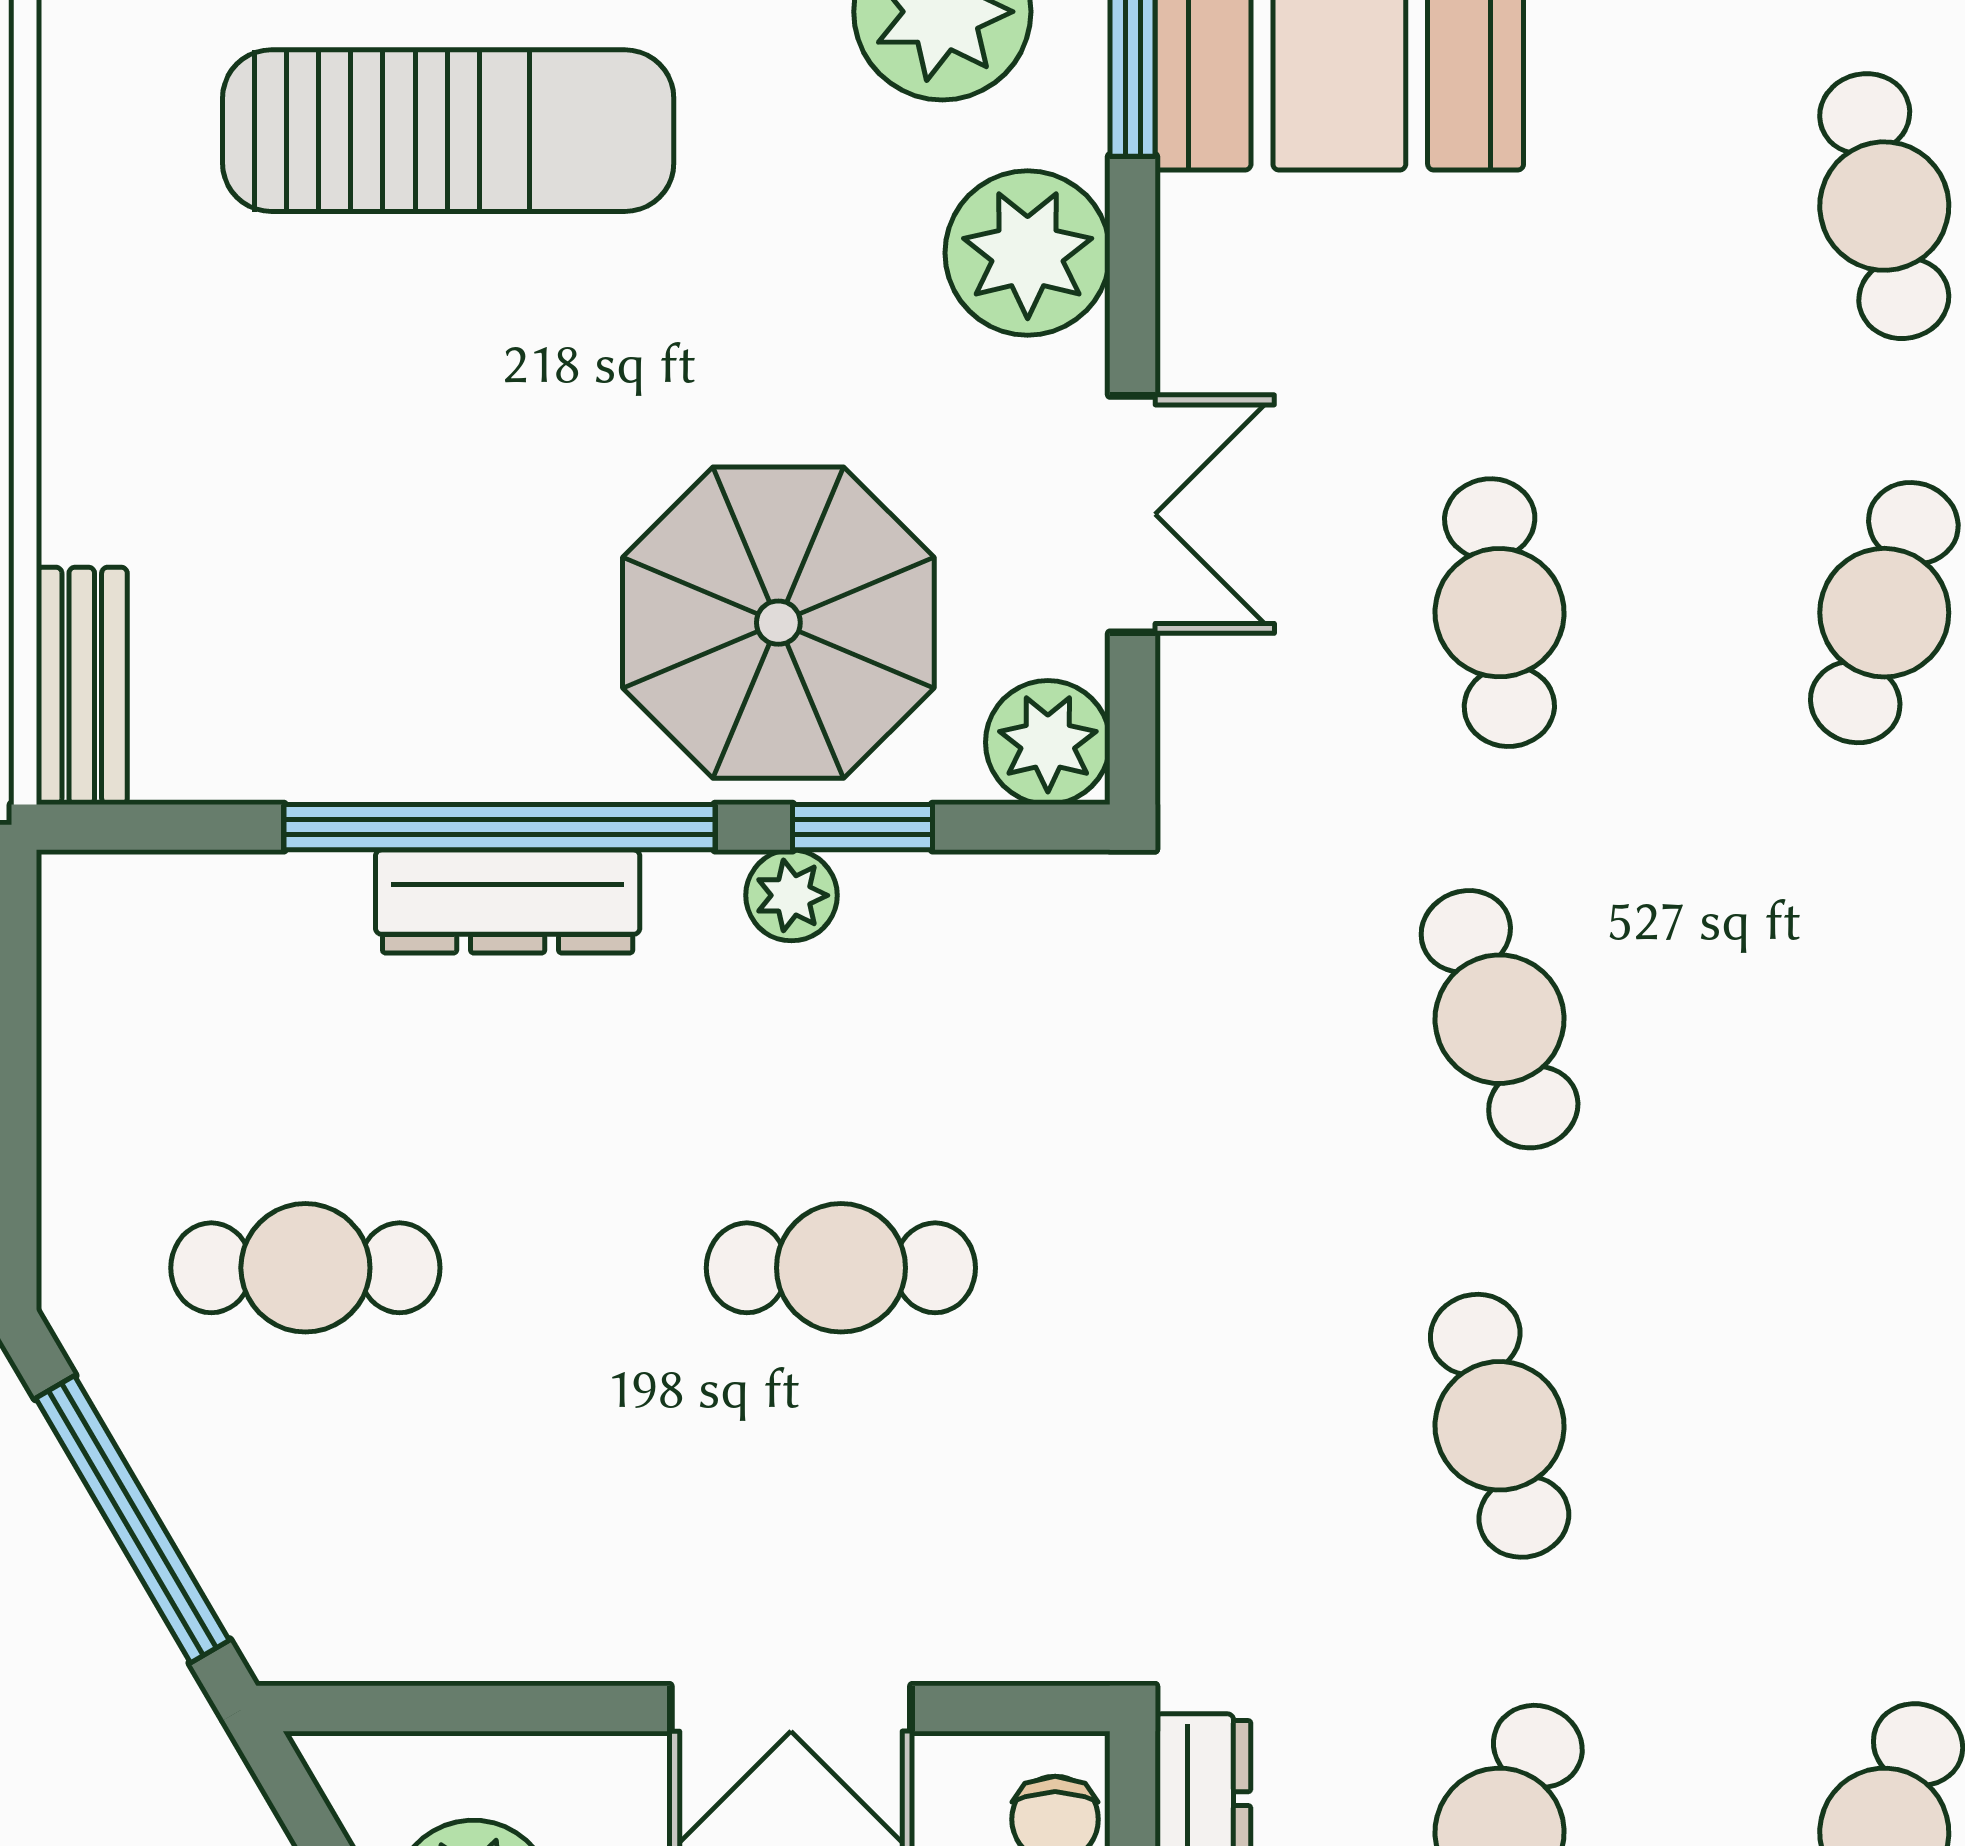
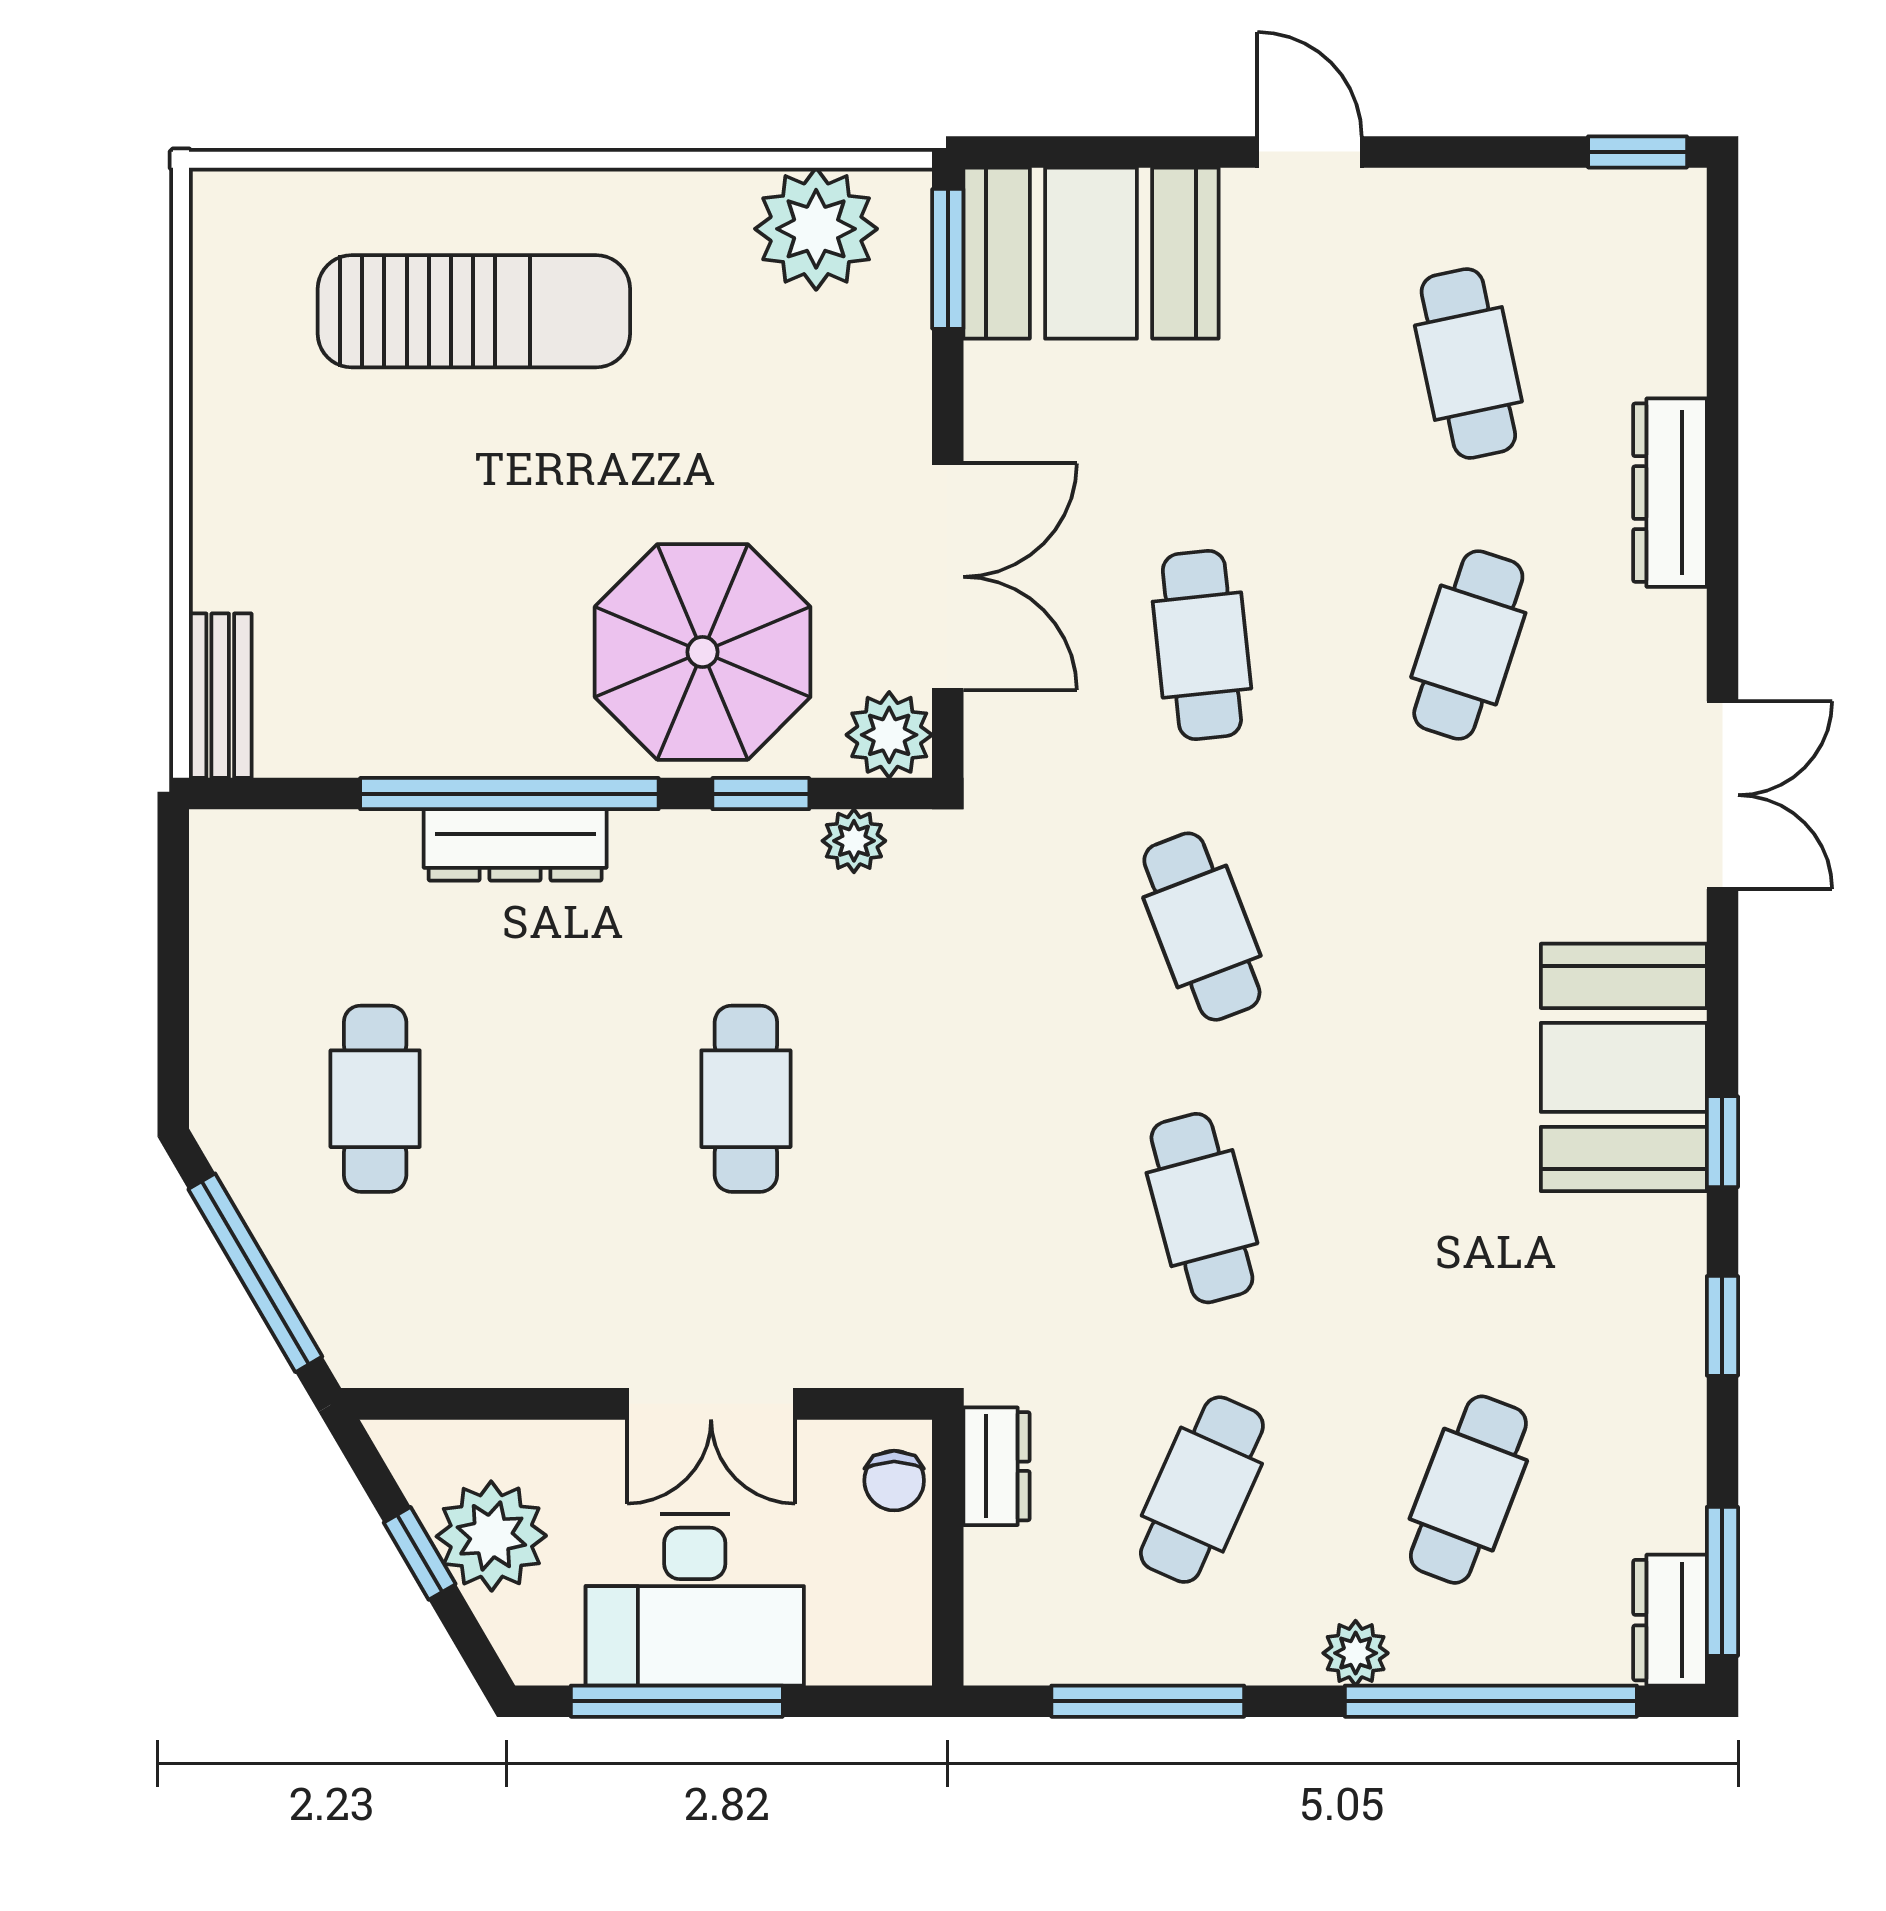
plant: (1028, 253) -> (875, 396), removed
double door: (1133, 514) -> (948, 577), width x1.37
plant: (791, 895) -> (854, 841), moved
cafe table: (305, 1268) -> (375, 1099), turned 90
cafe table: (841, 1268) -> (746, 1099), turned 90

